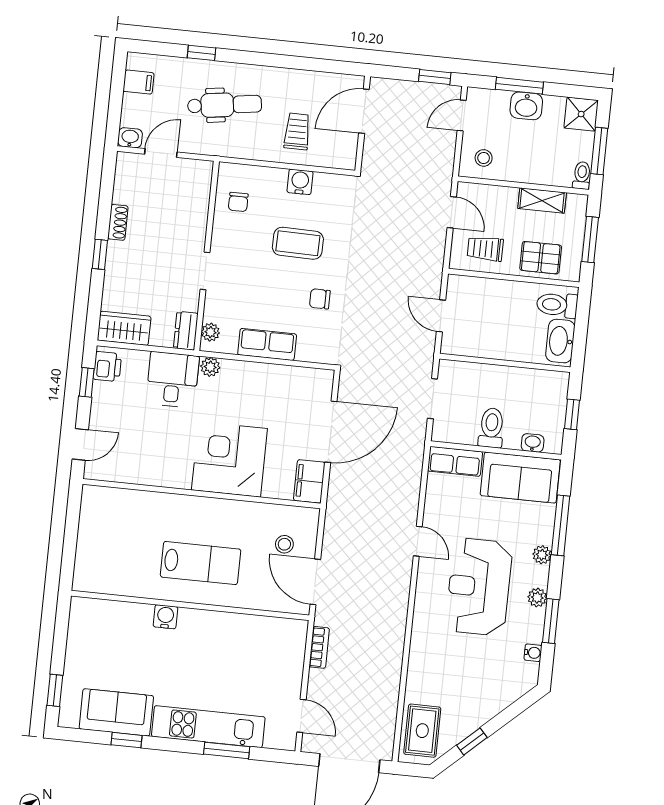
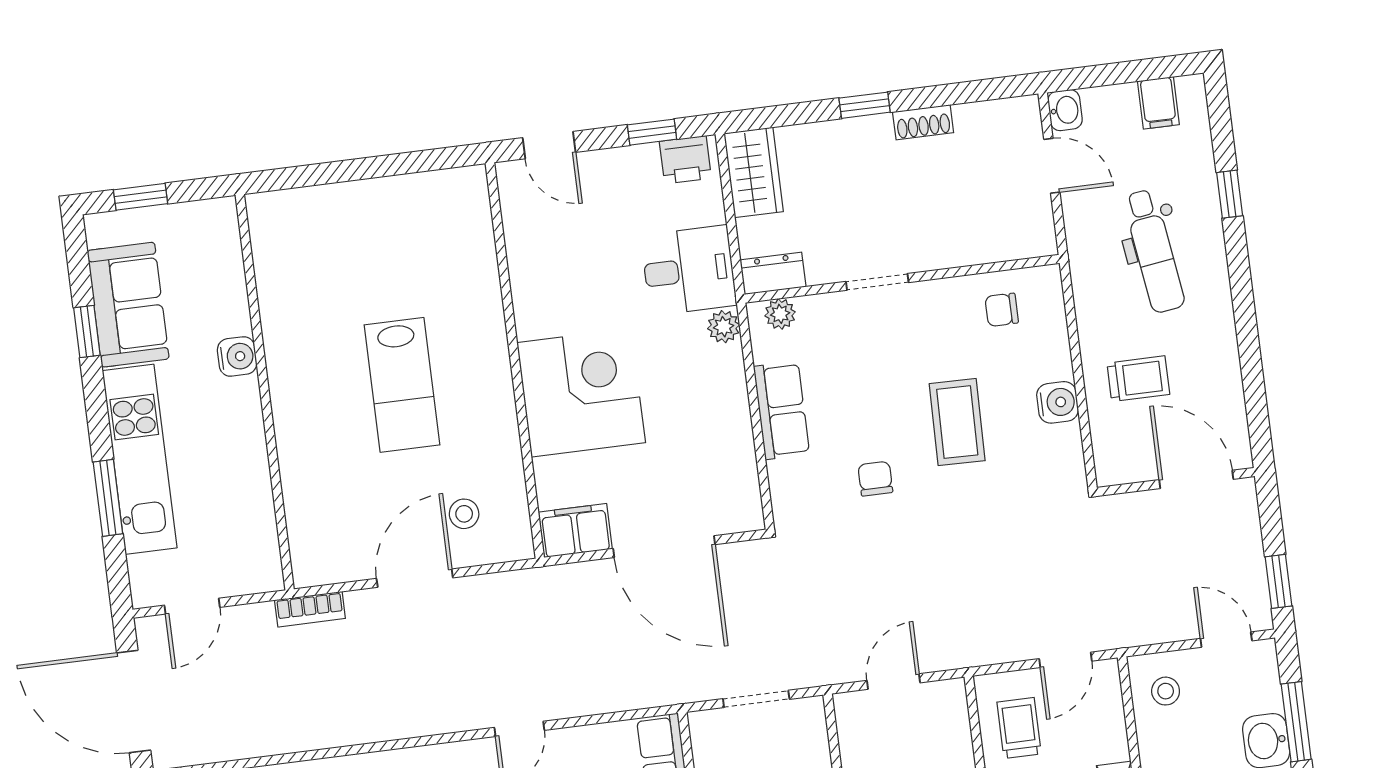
wall: (190, 605) -> (265, 392), moved
water cooler: (165, 617) -> (237, 356), moved

